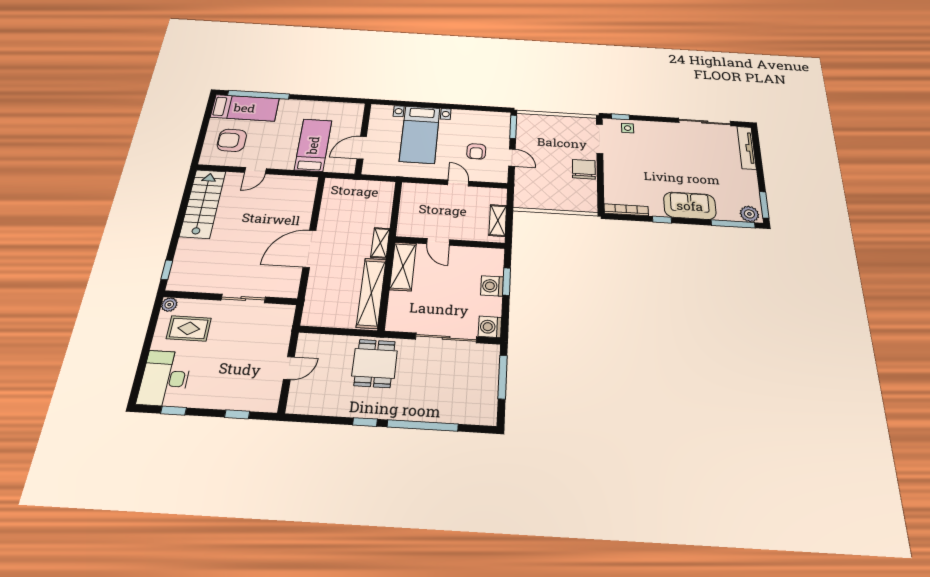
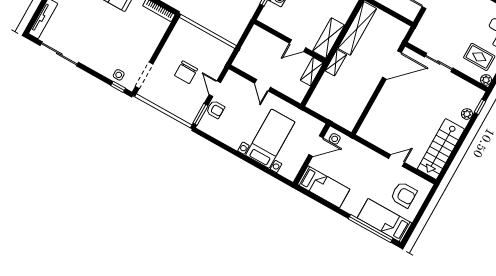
bed: (313, 145) -> (324, 187), moved, turned -90
armchair: (476, 151) -> (215, 109), moved, turned 90
side table: (342, 163) -> (335, 139), added
chair: (584, 169) -> (186, 72), moved
shelving: (498, 220) -> (312, 72), moved
door: (438, 242) -> (298, 46), swing flipped
door: (310, 249) -> (392, 65), moved
plant: (182, 255) -> (467, 114), added

